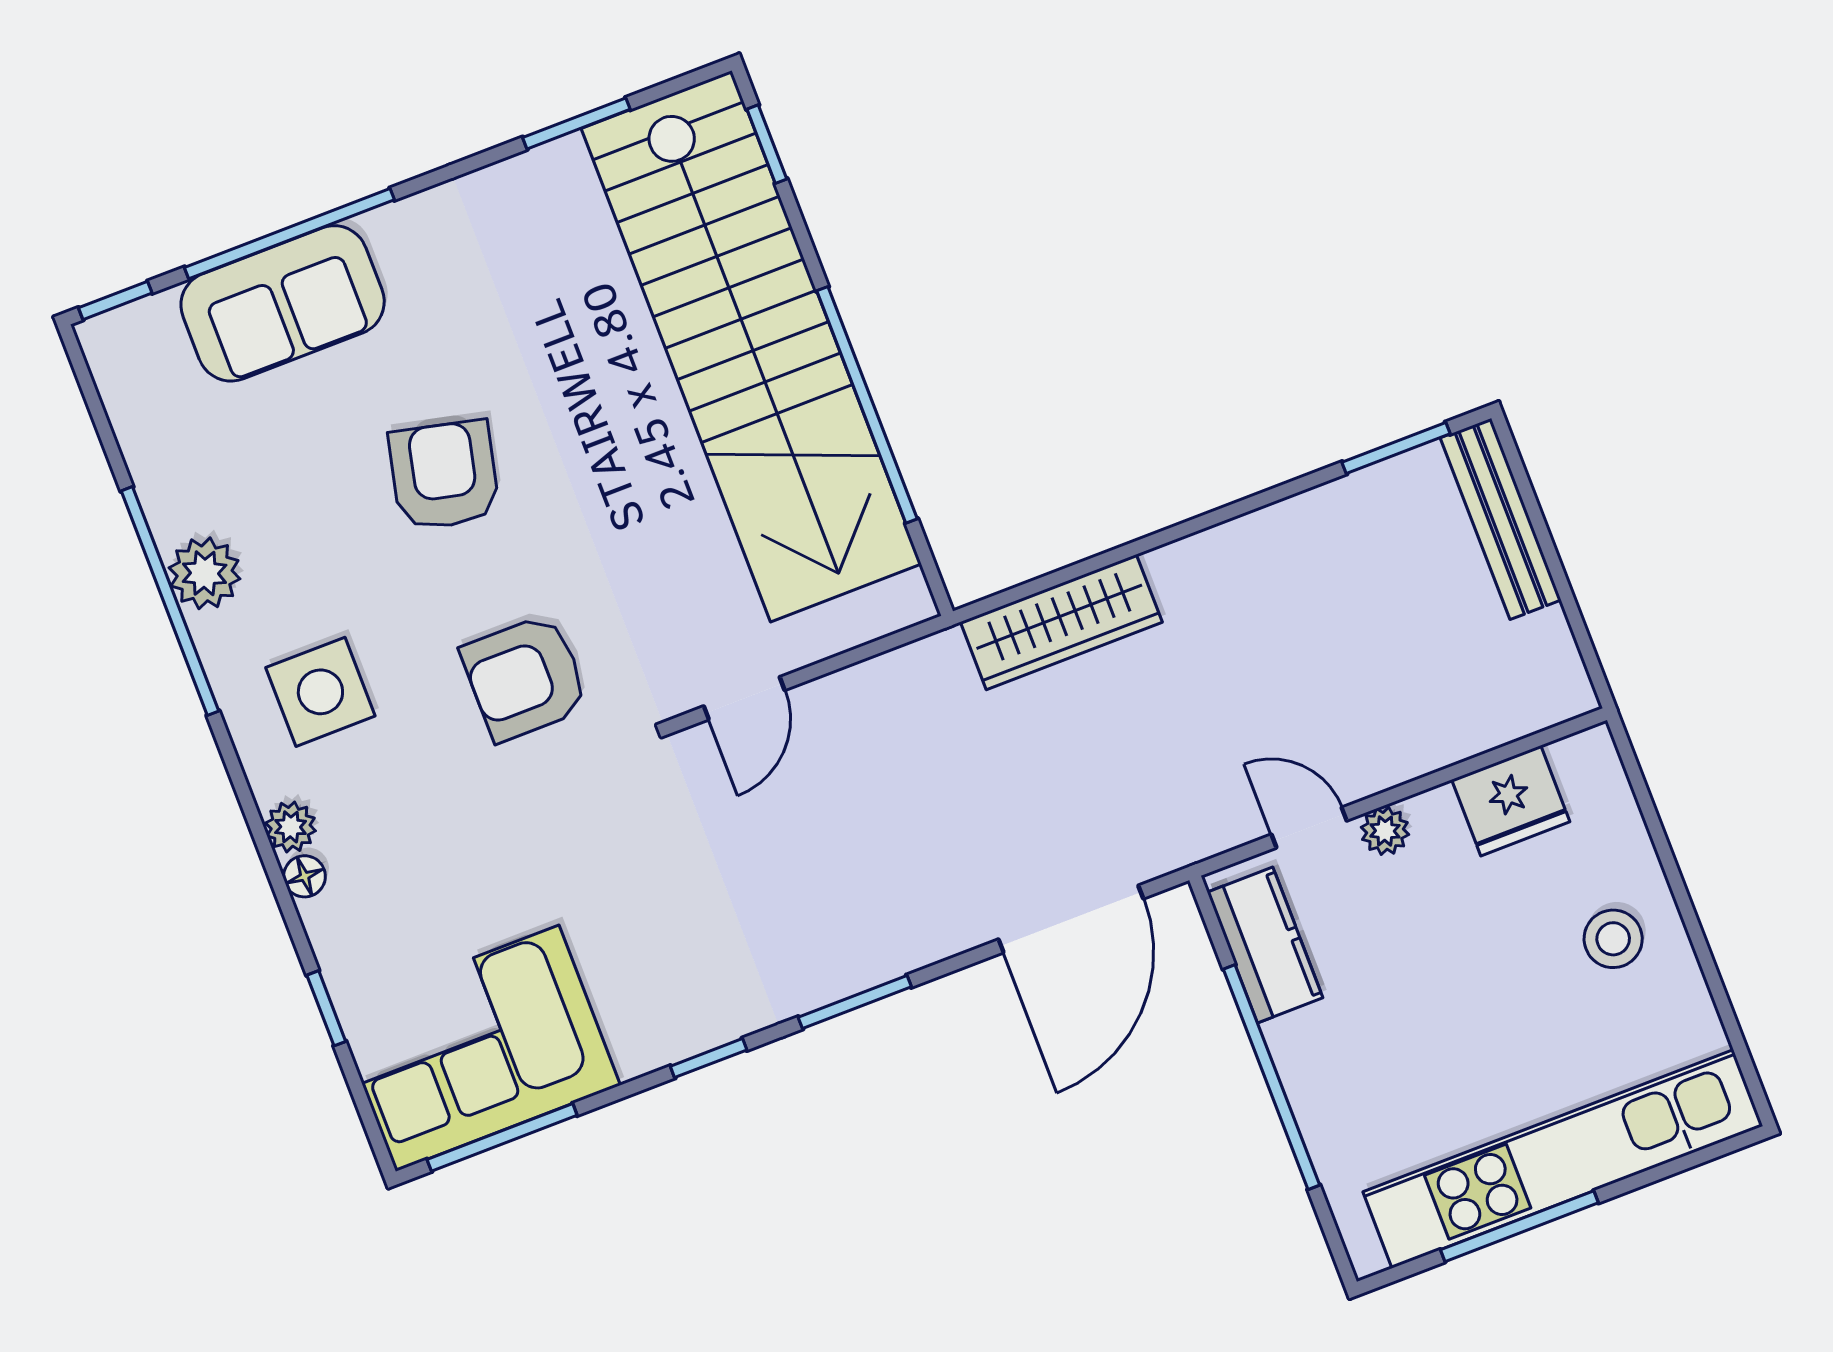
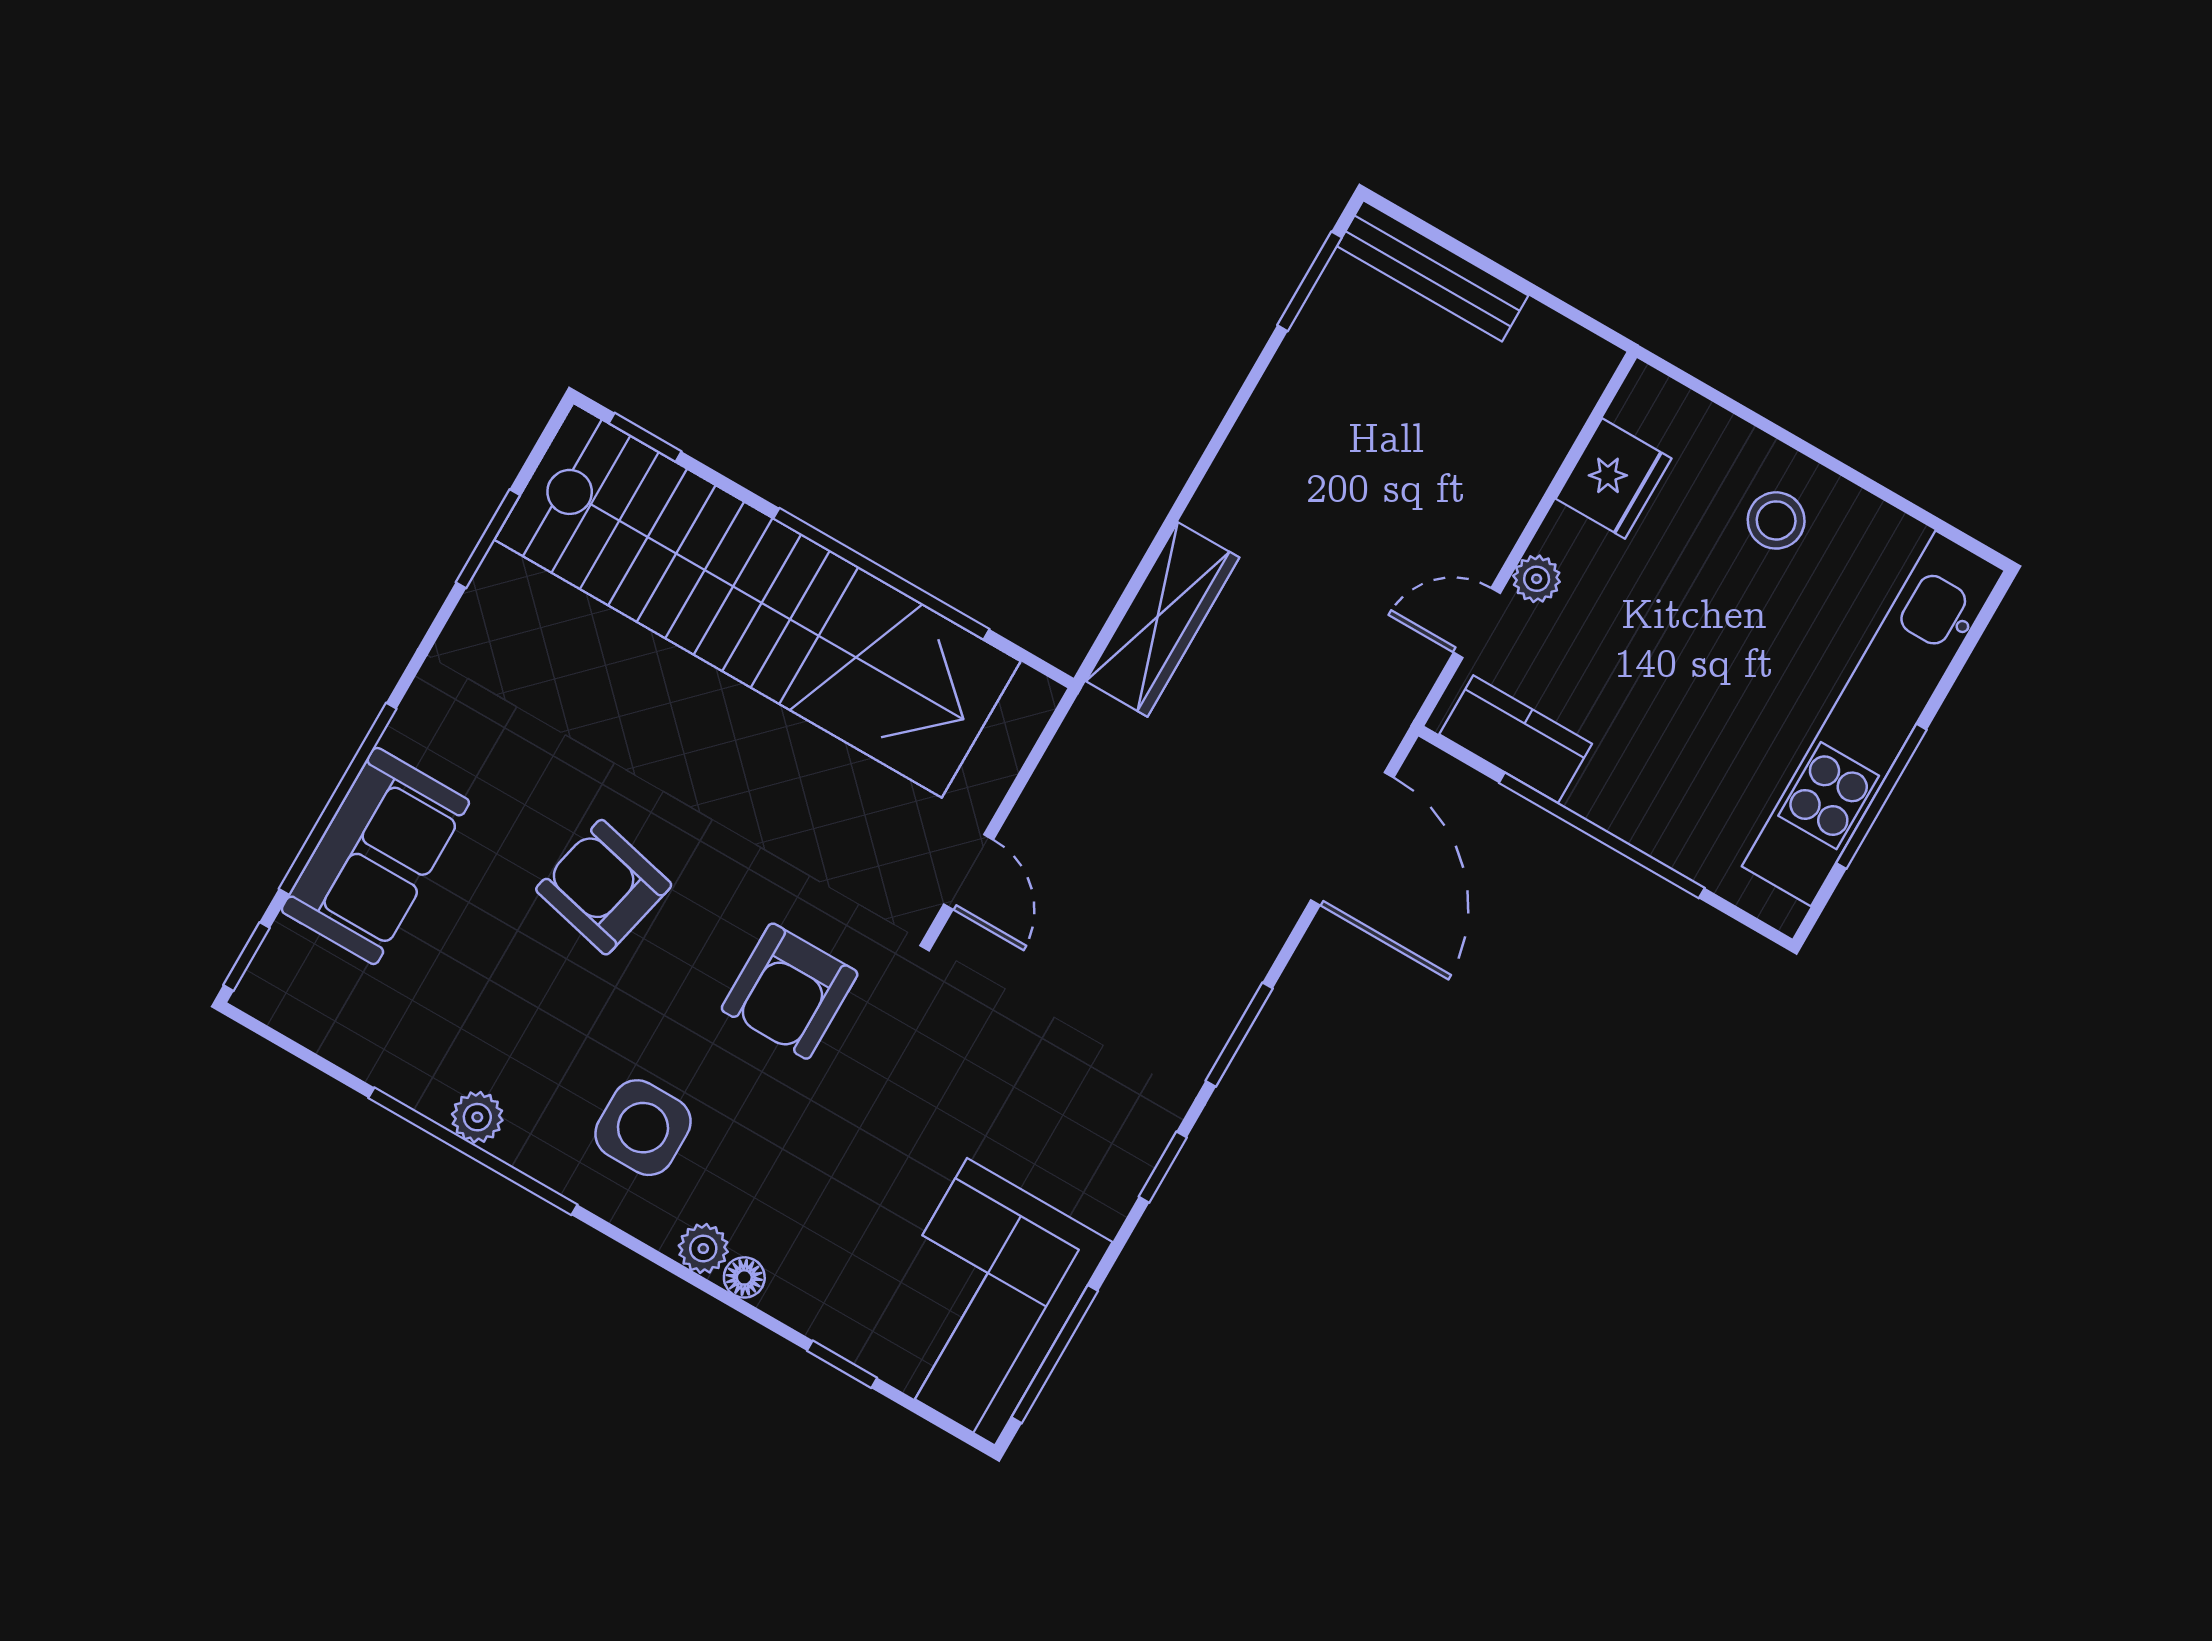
plant: (205, 573) -> (477, 1117), width x0.73, depth x0.73

